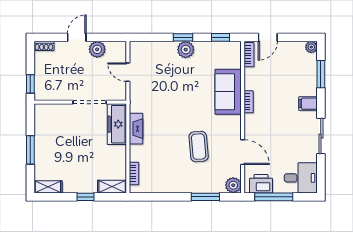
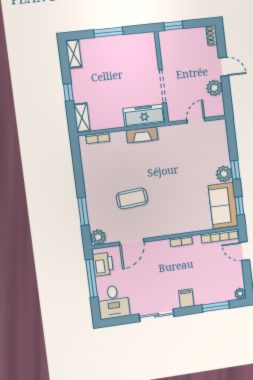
bookcase: (249, 55) -> (220, 236), width x1.56
sofa: (228, 92) -> (223, 206), moved, turned -90

